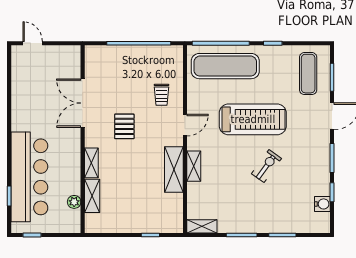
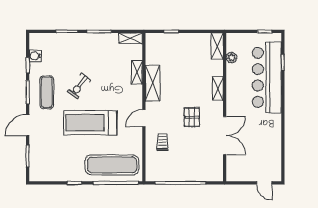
exercise mat: (308, 74) -> (47, 92), moved
shelving: (194, 166) -> (137, 72), moved
shelving: (92, 196) -> (217, 46), moved

